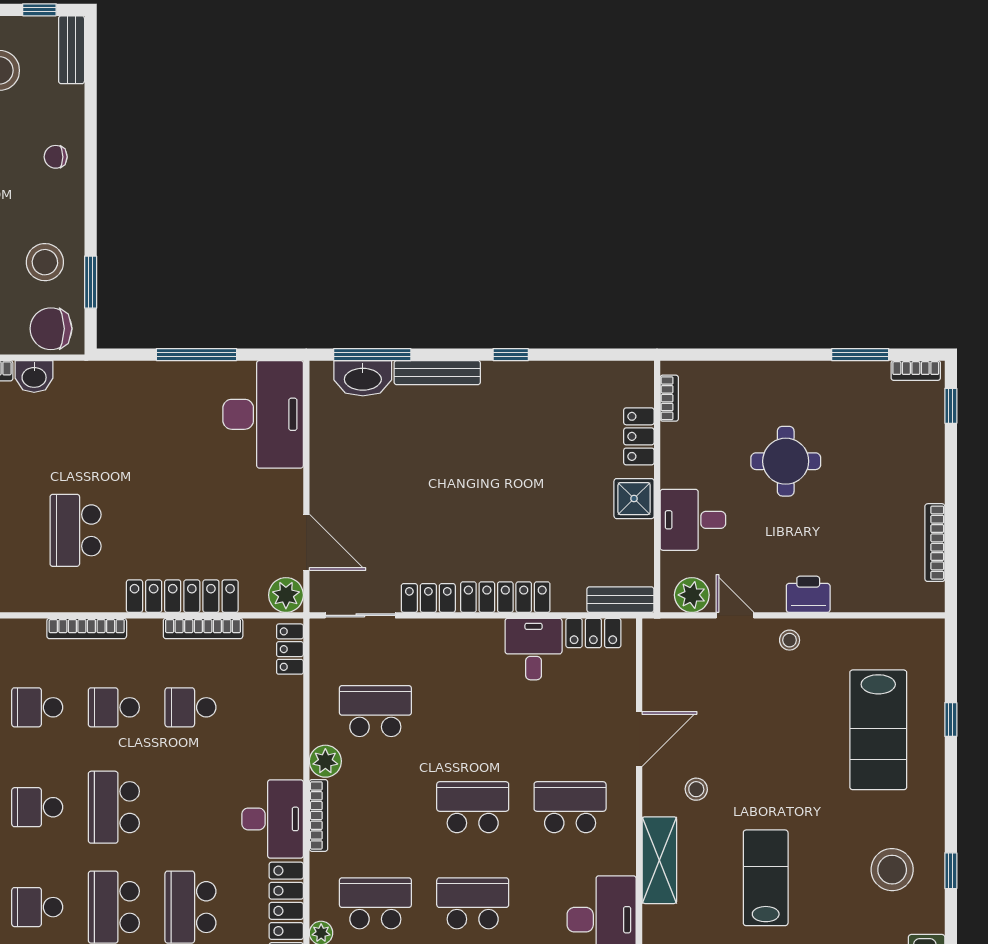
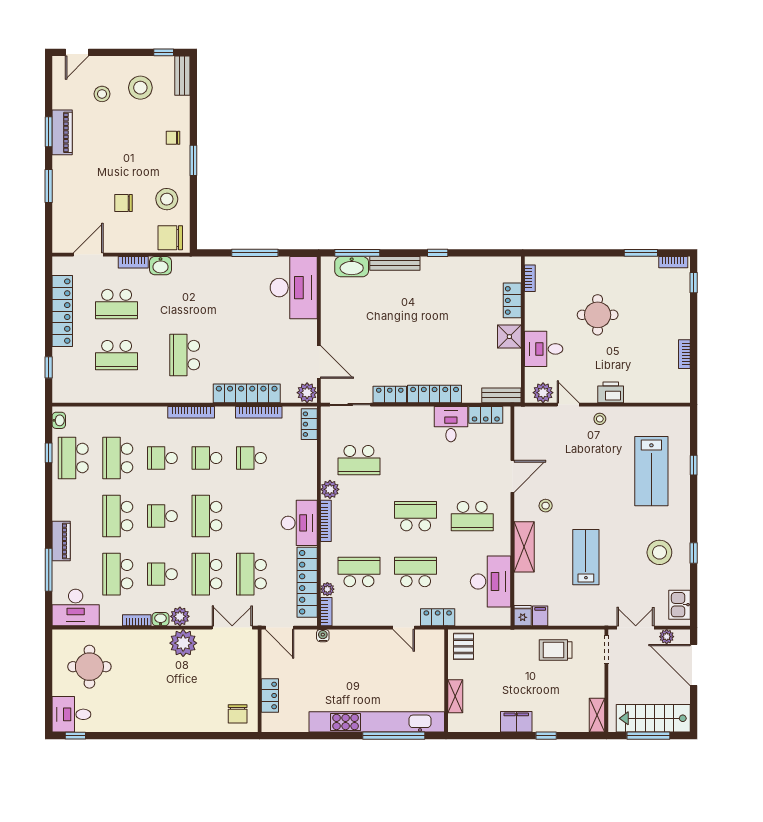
window: (91, 282) -> (193, 160), moved
bookcase: (935, 543) -> (684, 354), width x0.64
school desk: (375, 711) -> (359, 460), turned 180
school desk: (570, 807) -> (472, 516), turned 180

